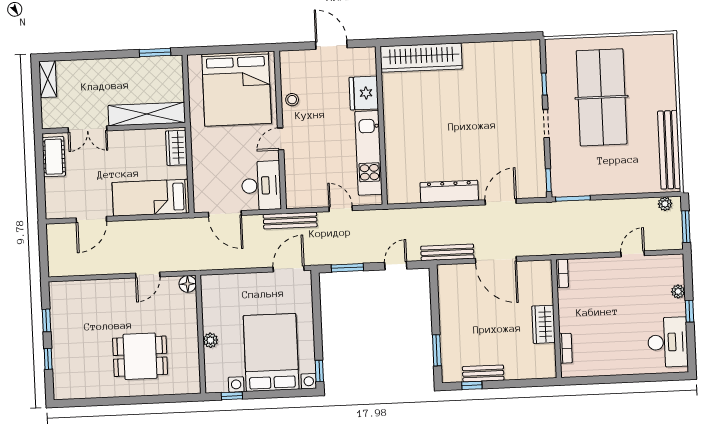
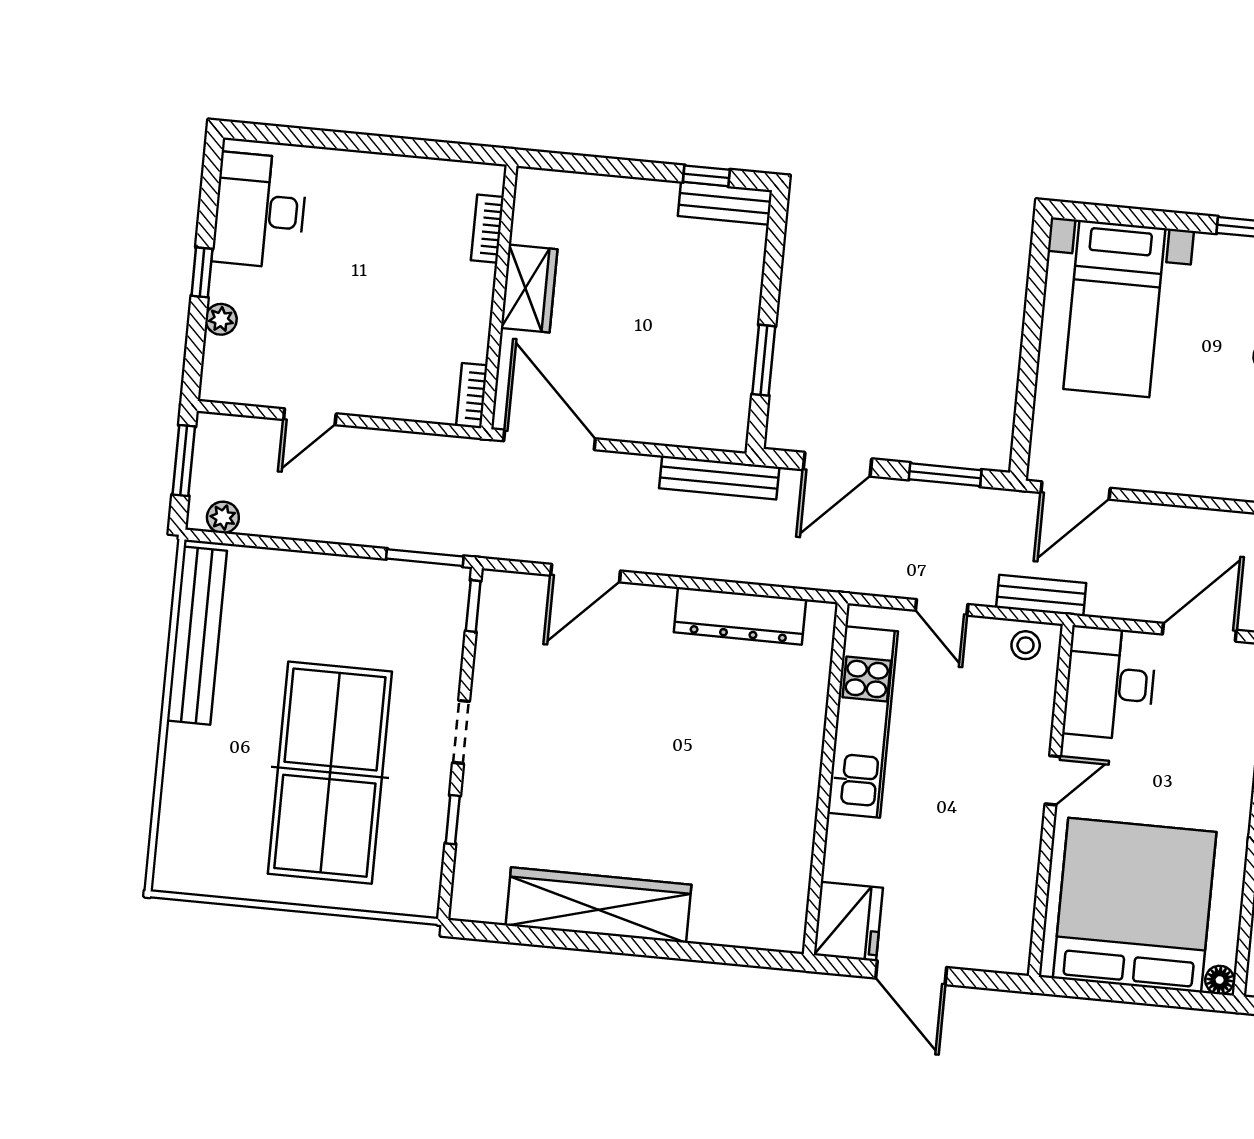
wardrobe: (421, 58) -> (598, 905), moved
floor lamp: (194, 61) -> (1220, 980), added
fridge: (364, 93) -> (848, 921), moved
stool: (292, 100) -> (1026, 645), moved
dresser: (449, 191) -> (740, 616), moved
door: (225, 214) -> (1199, 632), hinge flipped
bench: (290, 221) -> (1041, 595), width x0.73
door: (496, 260) -> (549, 440), moved
door: (396, 266) -> (837, 464), width x1.38
window: (437, 350) -> (764, 360), moved
bed with nightstands: (271, 352) -> (1114, 309), width x0.73
window: (319, 371) -> (1039, 255), removed
bench: (483, 373) -> (725, 203), moved

